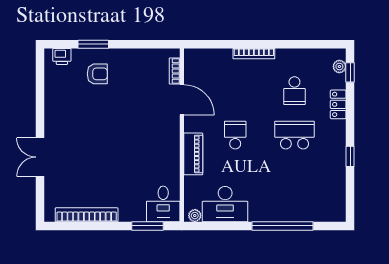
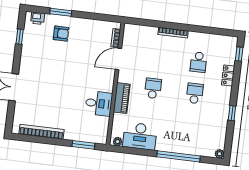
plant: (339, 67) -> (219, 154), moved
window: (40, 85) -> (20, 37), added
door: (182, 100) -> (118, 59), swing flipped
school desk: (294, 135) -> (195, 93), width x0.54
desk: (163, 204) -> (99, 103), moved, turned -90

